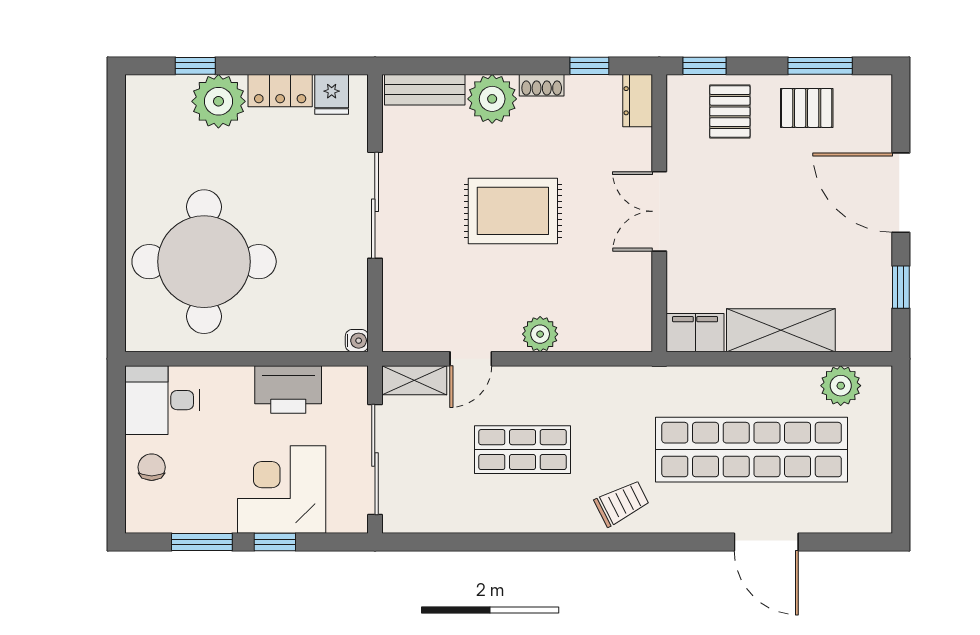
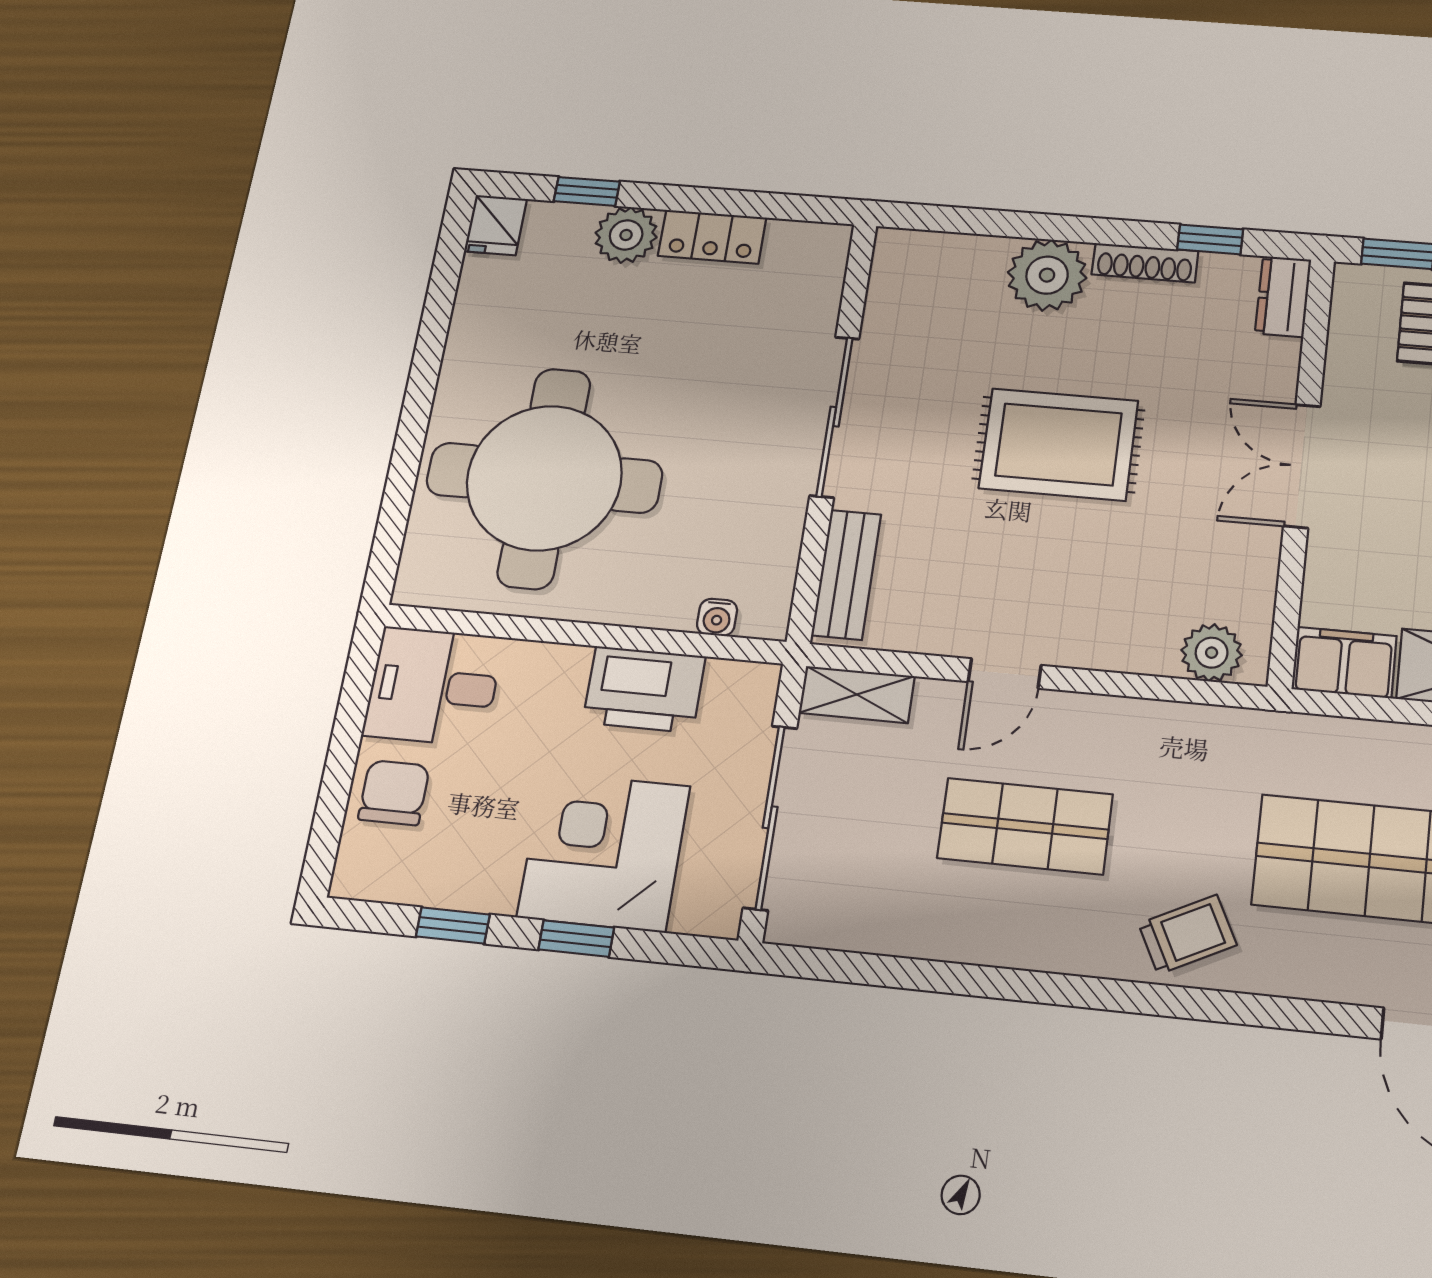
shoe rack: (542, 85) -> (1145, 263), width x1.43
bench: (425, 90) -> (846, 575), moved, turned 90
fridge: (332, 94) -> (496, 225), moved
plant: (218, 101) -> (626, 235), width x0.73, depth x0.73
plant: (540, 334) -> (1212, 653), moved
water cooler: (357, 341) -> (717, 617), moved, turned 90
door: (471, 359) -> (1005, 673), moved
chair: (152, 467) -> (394, 793), width x1.37, depth x1.37
window: (202, 542) -> (453, 925), width x0.67

